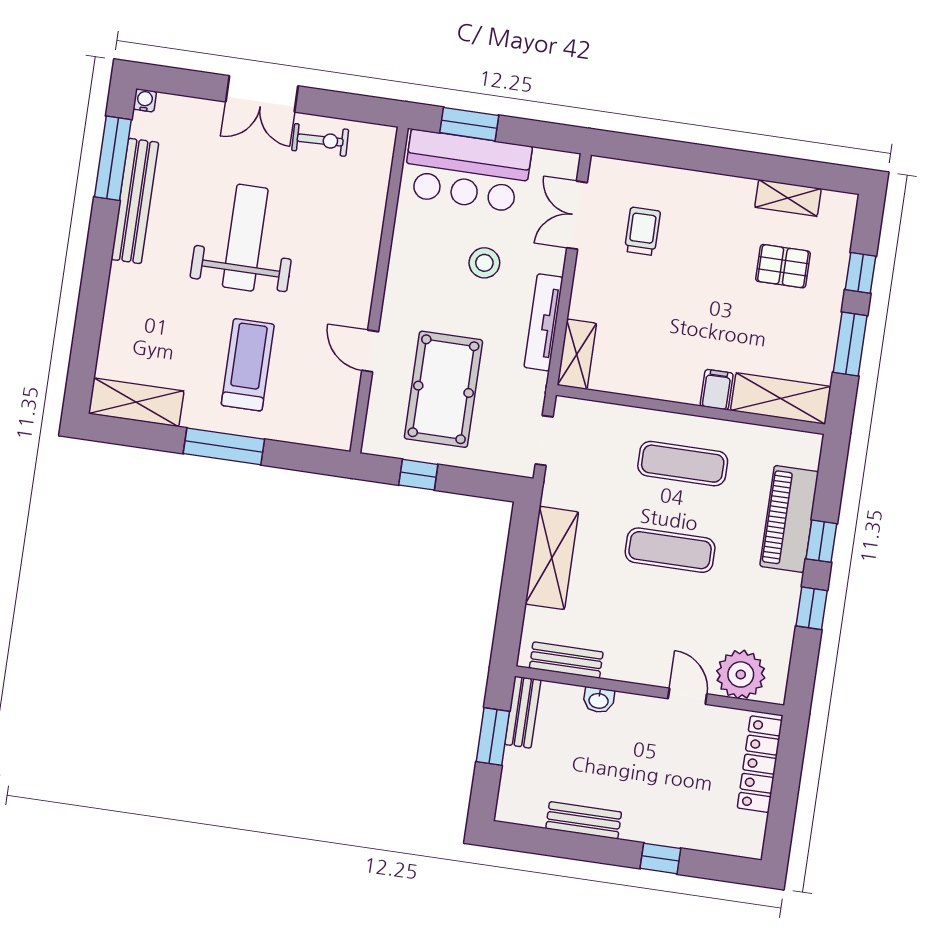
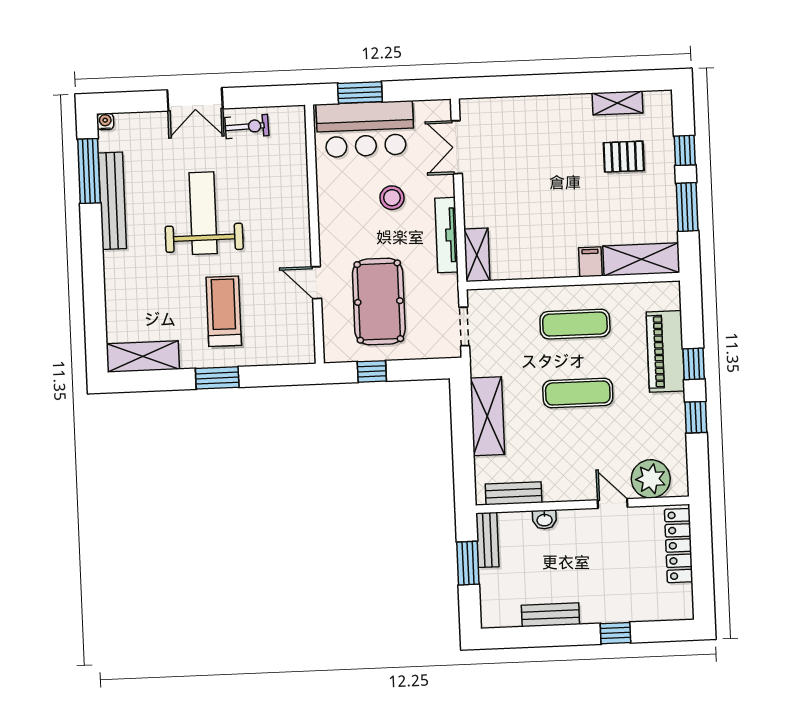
trolley: (642, 231) -> (510, 150), removed
window: (224, 446) -> (217, 378), width x0.69

